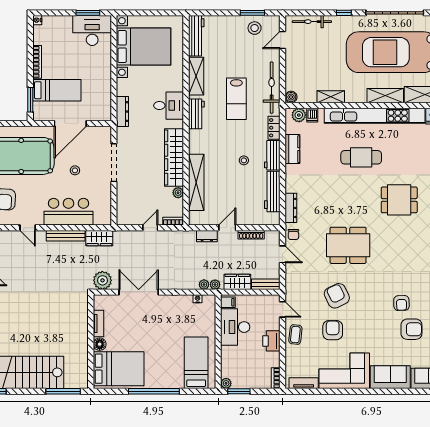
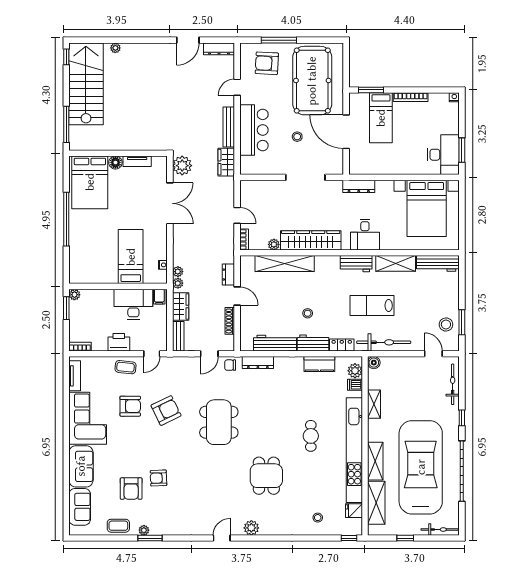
cafe table: (361, 157) -> (311, 436), width x0.73, depth x0.74
bed: (196, 363) -> (131, 257), moved, turned -90

